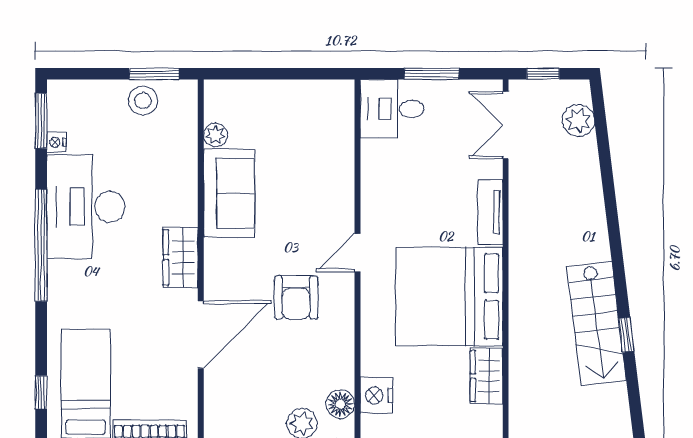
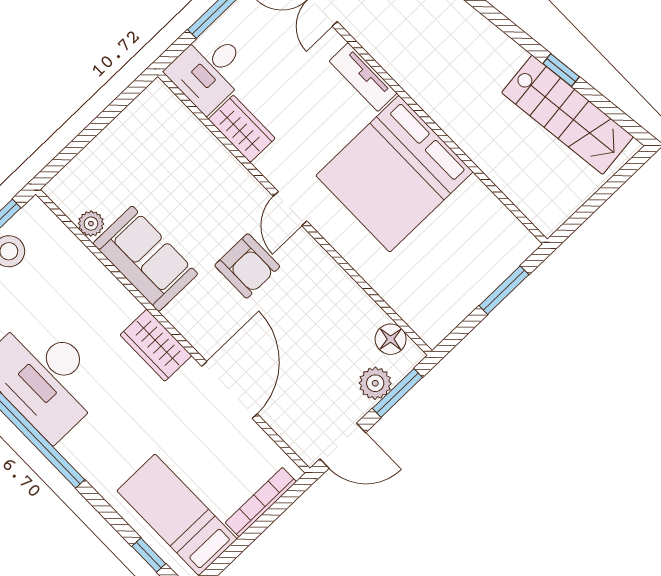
armchair: (296, 298) -> (247, 266), moved
stairs: (596, 323) -> (567, 115), moved
wardrobe: (487, 376) -> (242, 129), moved, turned 180
nightstand: (377, 395) -> (412, 305), removed

